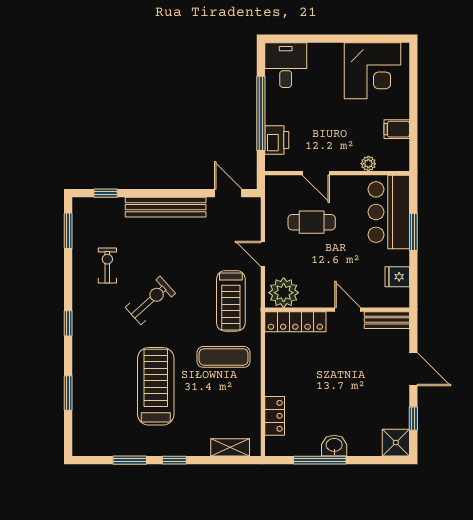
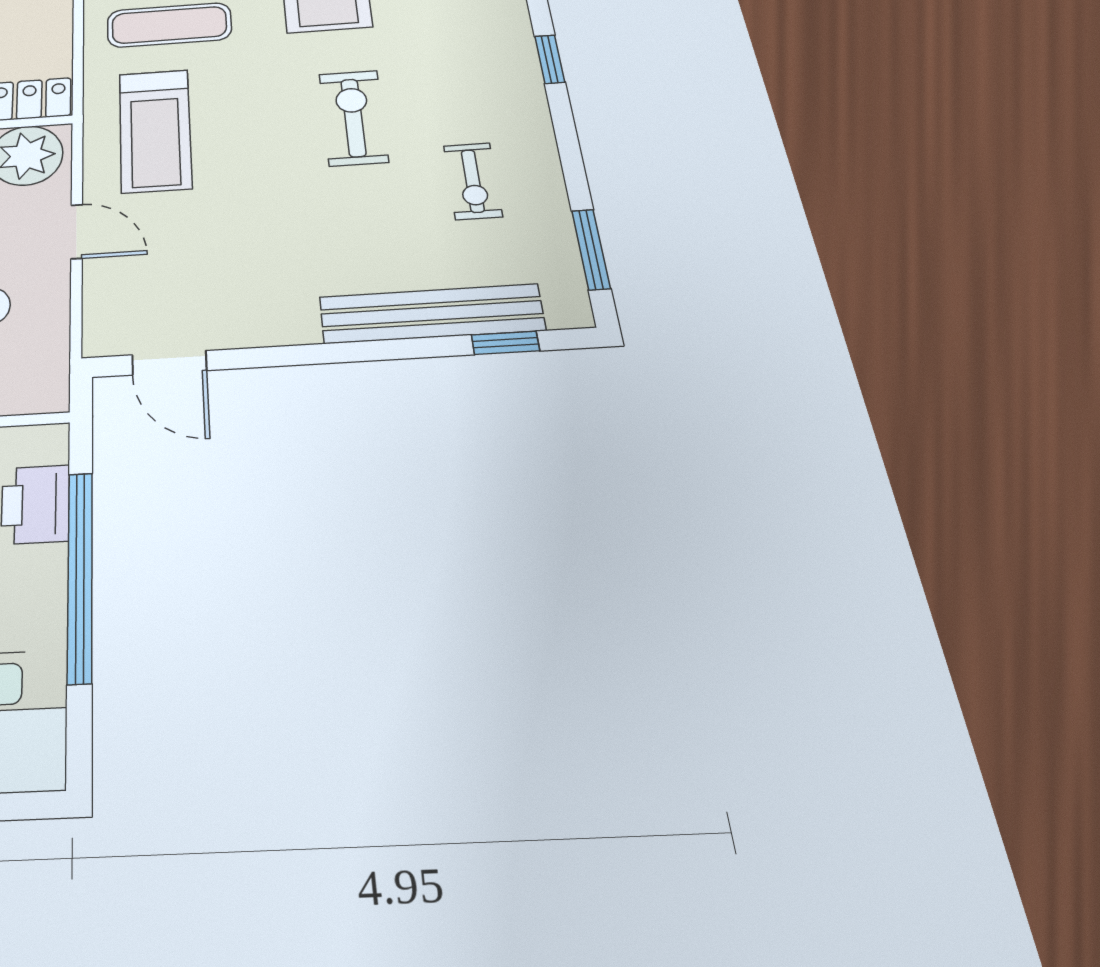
bench: (166, 207) -> (431, 314), moved
exercise bike: (150, 300) -> (353, 118), turned 132
treadmill: (231, 301) -> (155, 130), turned 180

